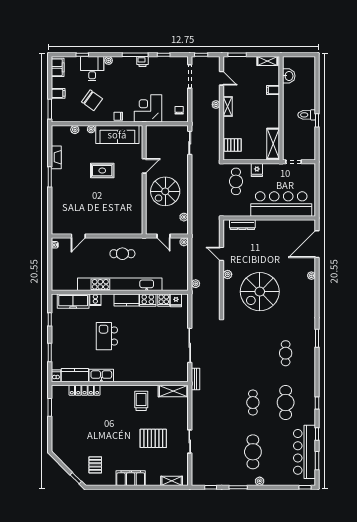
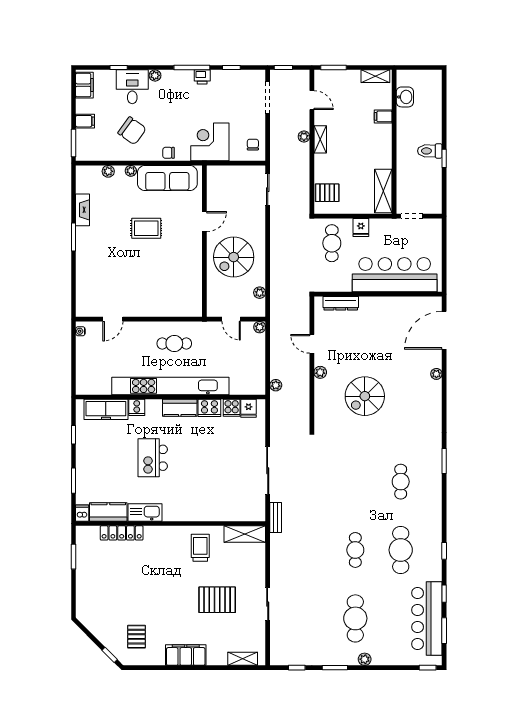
spiral stairs: (260, 292) -> (365, 396), width x0.73, depth x0.73

